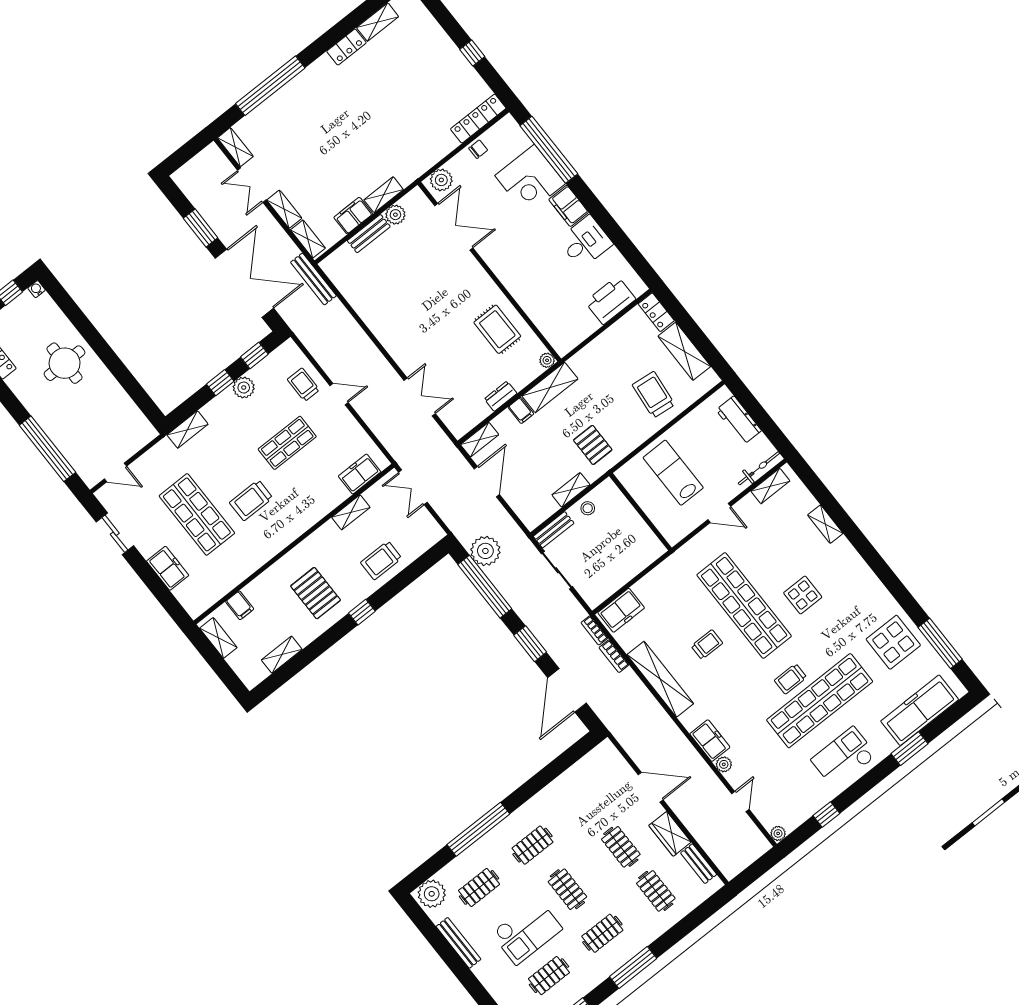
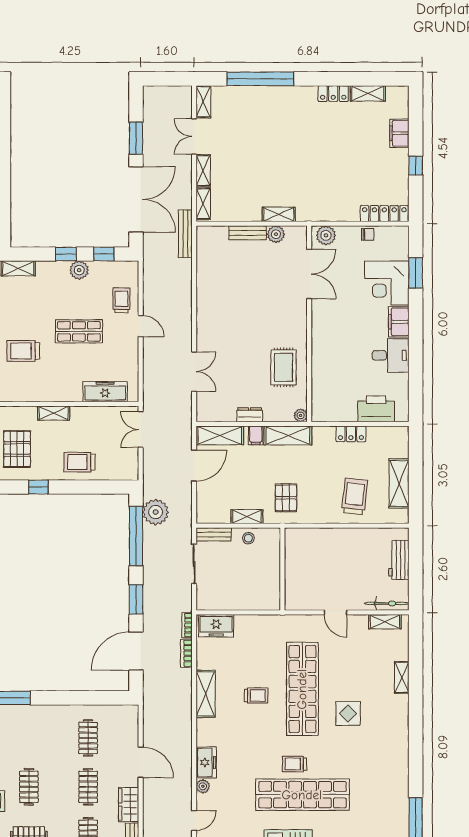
window: (549, 150) -> (416, 273), width x0.47
filing cabinet: (353, 216) -> (399, 133), moved, turned -90
locker: (656, 312) -> (351, 434), moved, turned -90
shelving: (480, 440) -> (220, 435), width x1.50, depth x1.33
lab bench: (673, 473) -> (326, 560), removed
freezer: (360, 474) -> (105, 392), width x1.40
shelving: (351, 512) -> (54, 413), moved
display table: (893, 642) -> (384, 795), removed
shelving: (660, 679) -> (206, 694), width x0.68
clothes rail: (532, 845) -> (88, 738), moved, turned 90

